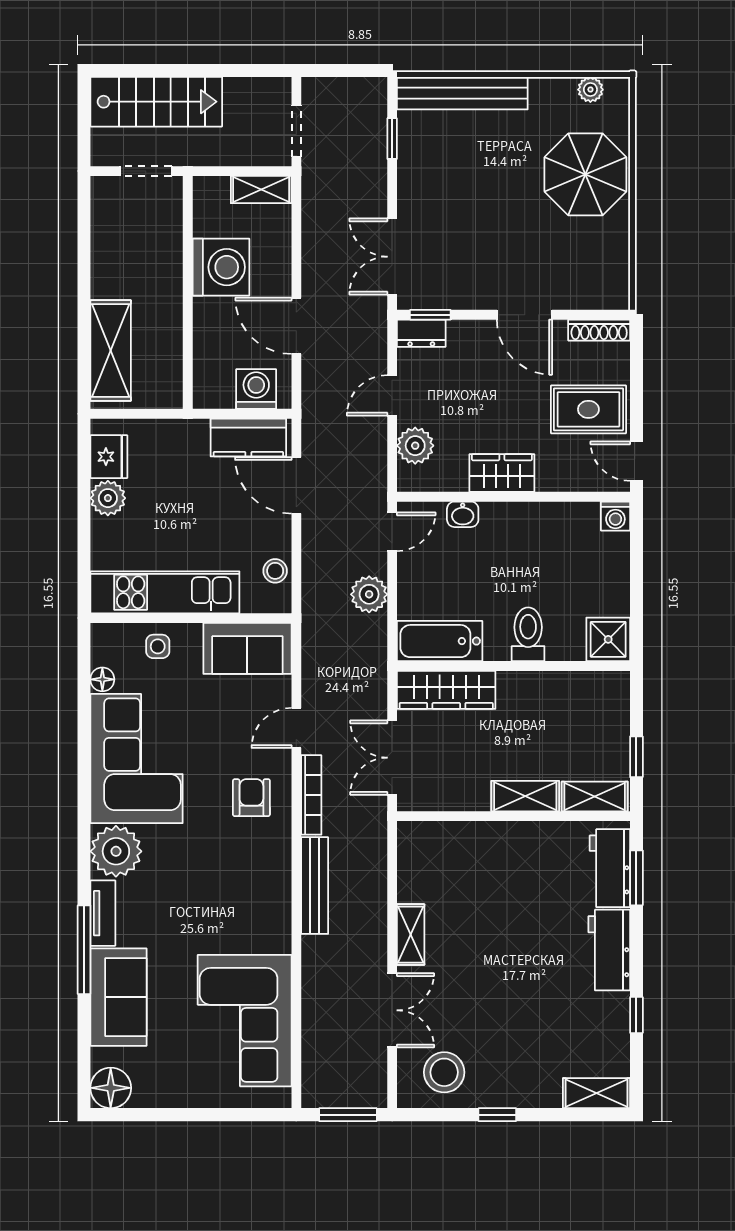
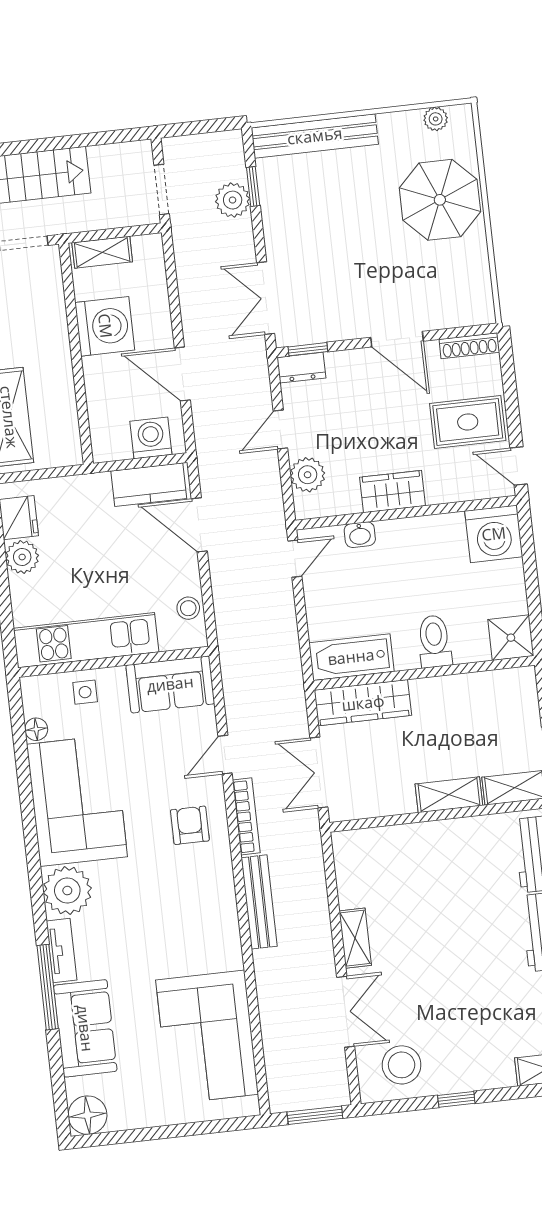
shelving: (261, 190) -> (102, 252), moved
washing machine: (615, 516) -> (494, 534), width x1.89, depth x1.89
plant: (369, 594) -> (233, 200), moved

